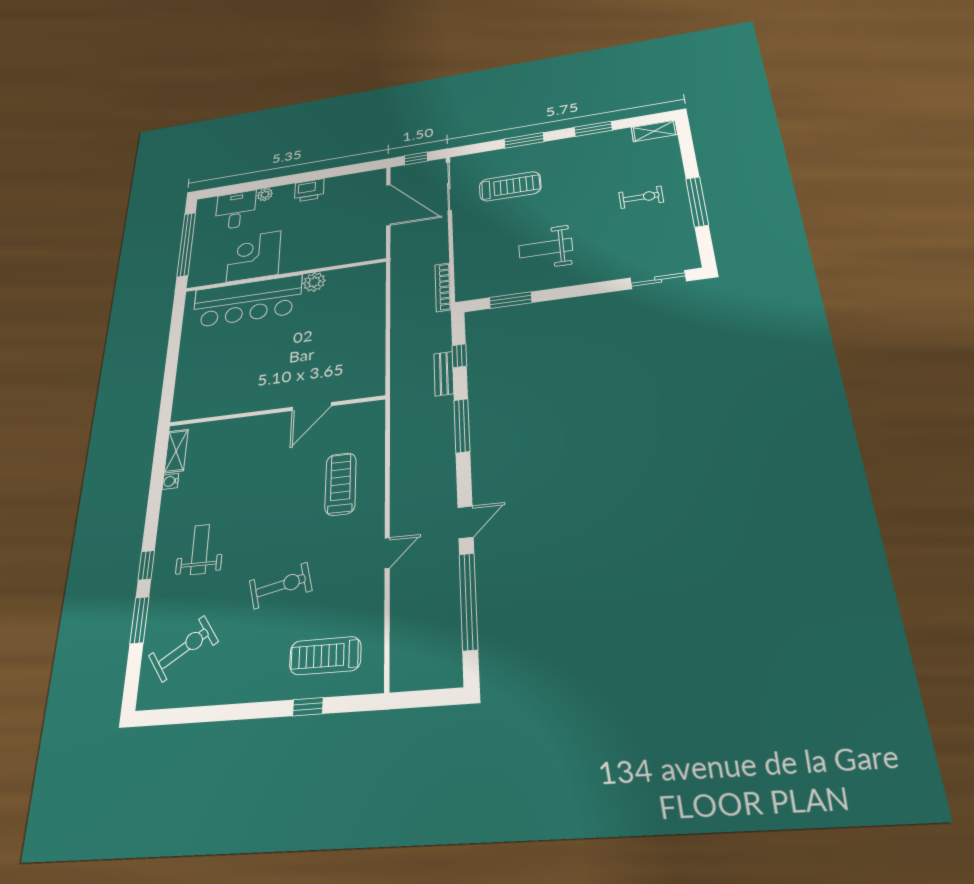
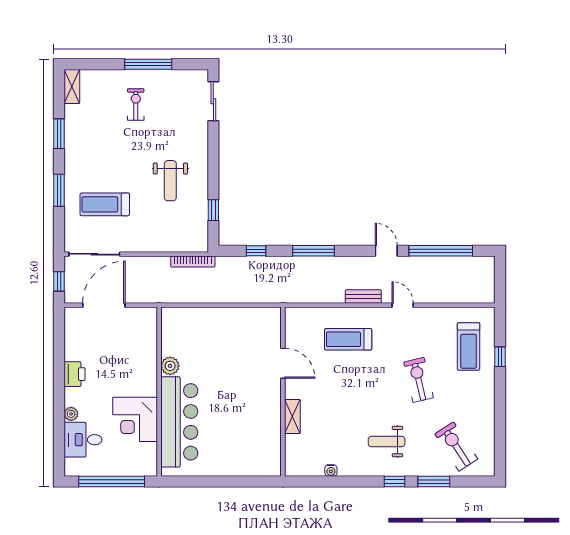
treadmill: (510, 186) -> (105, 204), turned -90
window: (511, 300) -> (213, 210), width x0.67
bench: (444, 374) -> (363, 297), moved
shelving: (176, 451) -> (292, 416), moved, turned 90

